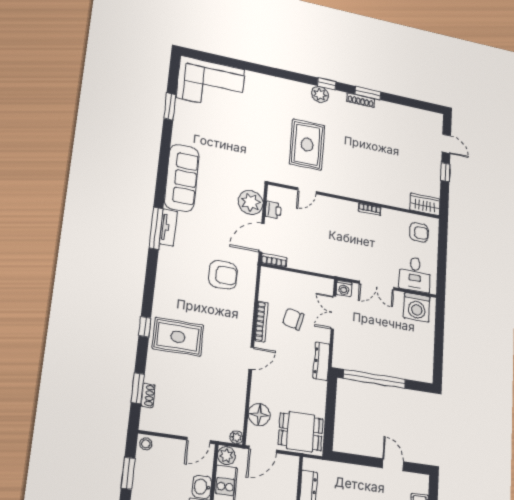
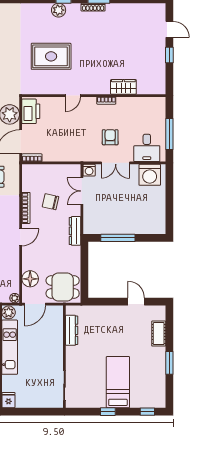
rug: (307, 145) -> (51, 56), turned 90
door: (307, 191) -> (73, 96), moved
wardrobe: (425, 204) -> (123, 87), moved
printer: (273, 210) -> (31, 111), width x1.87, depth x1.48
armchair: (419, 232) -> (110, 137), moved, turned -90
window: (442, 263) -> (169, 134), added
window: (375, 379) -> (118, 238), width x0.68

